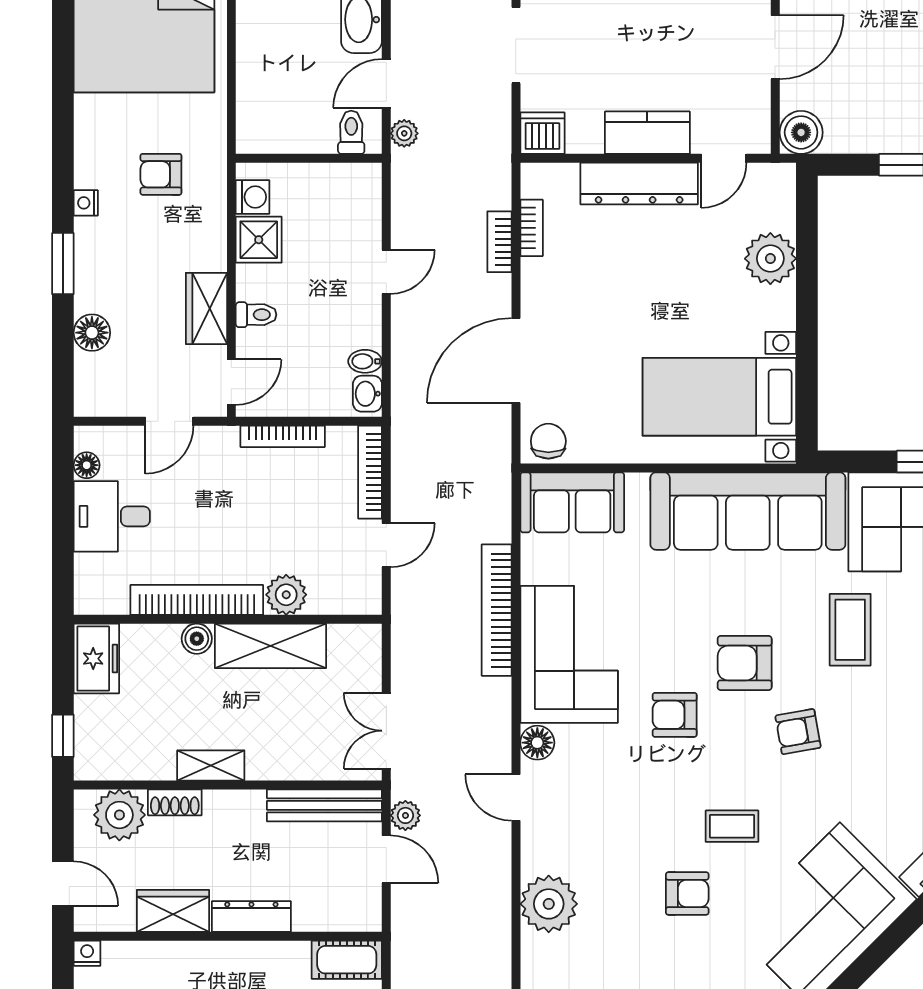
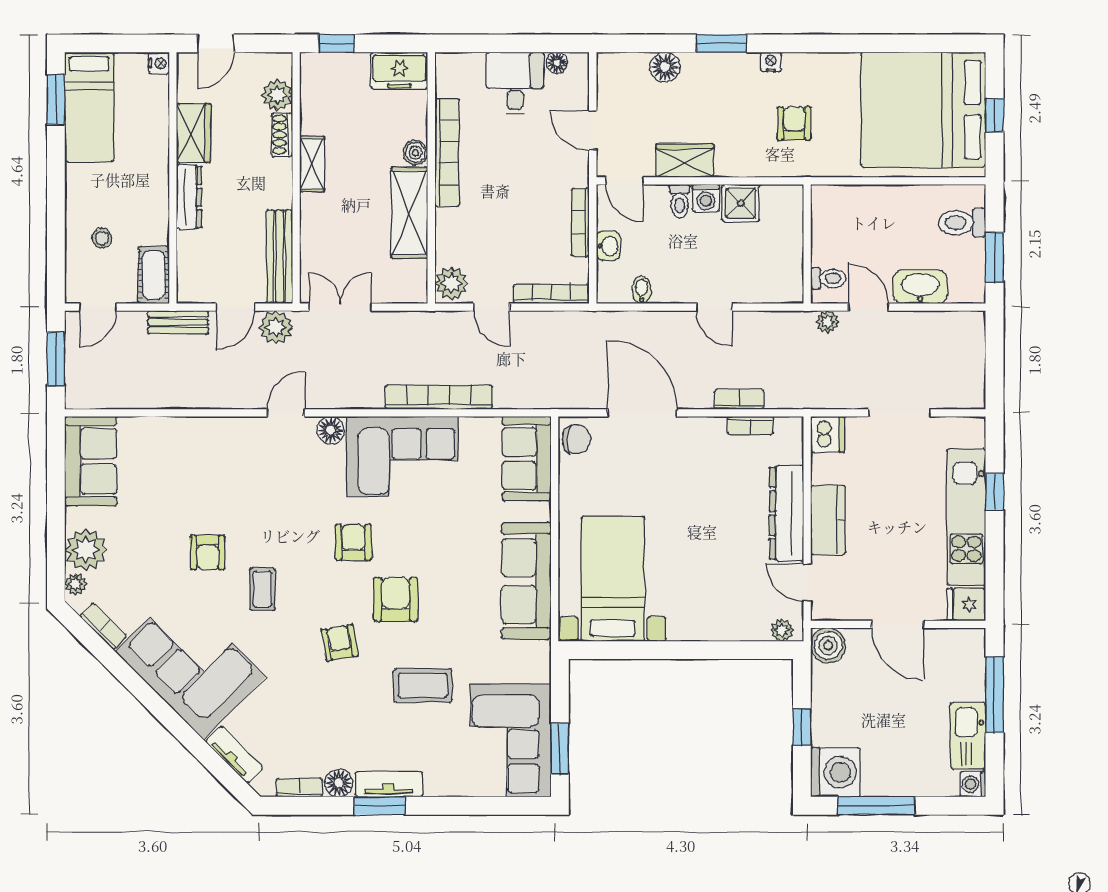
washing machine: (253, 197) -> (706, 198), moved
plant: (770, 259) -> (782, 630), moved, width x0.53, depth x0.53
washbasin: (367, 394) -> (608, 246), moved, turned 90
sofa: (748, 511) -> (526, 581), width x0.74, depth x0.79
plant: (286, 595) -> (451, 283), moved
plant: (119, 815) -> (277, 95), width x0.73, depth x0.73
plant: (405, 815) -> (276, 327), width x1.38, depth x1.38
plant: (549, 904) -> (199, 440), removed
bench: (405, 930) -> (178, 322), added

